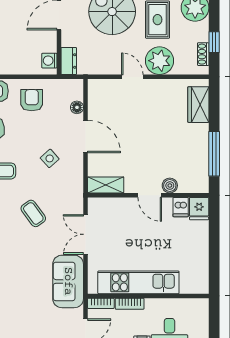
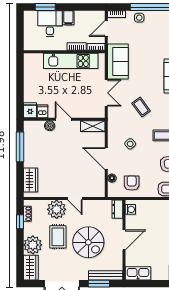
armchair: (32, 100) -> (132, 183), moved, turned 180

